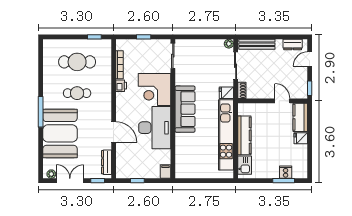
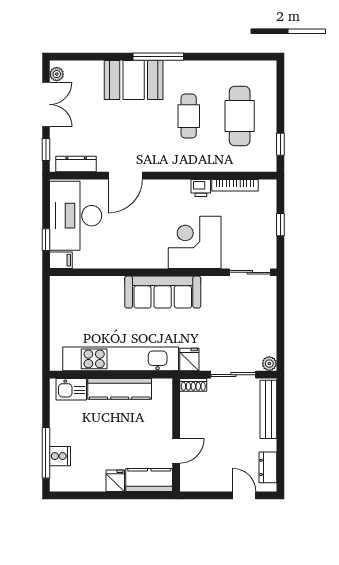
window: (310, 88) -> (197, 495), removed
desk: (155, 128) -> (76, 216), moved, turned 90
booth: (60, 133) -> (134, 80), width x0.73, depth x0.70
window: (137, 181) -> (46, 240), moved
window: (284, 181) -> (46, 453), width x1.44

